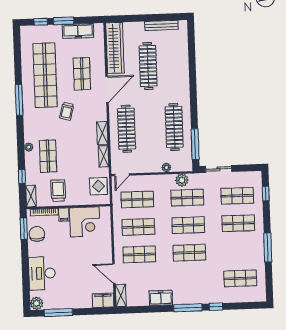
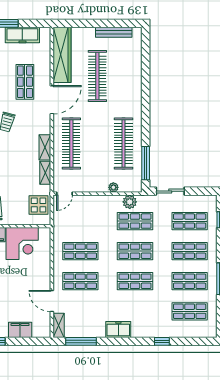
shop shelf: (137, 199) -> (190, 281), moved
freezer: (161, 298) -> (118, 329), moved
filing cabinet: (103, 300) -> (20, 330), moved
window: (188, 308) -> (81, 341), moved

